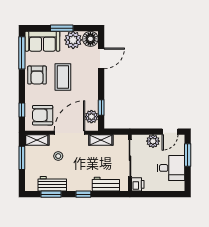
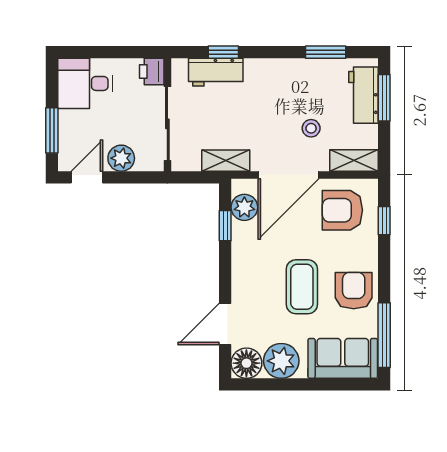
window: (62, 28) -> (304, 384), removed
armchair: (43, 115) -> (342, 210), turned 180
window: (22, 158) -> (384, 98), moved
desk: (171, 168) -> (85, 83), moved
workbench: (52, 184) -> (363, 95), moved, turned 90
window: (83, 194) -> (223, 52), moved

